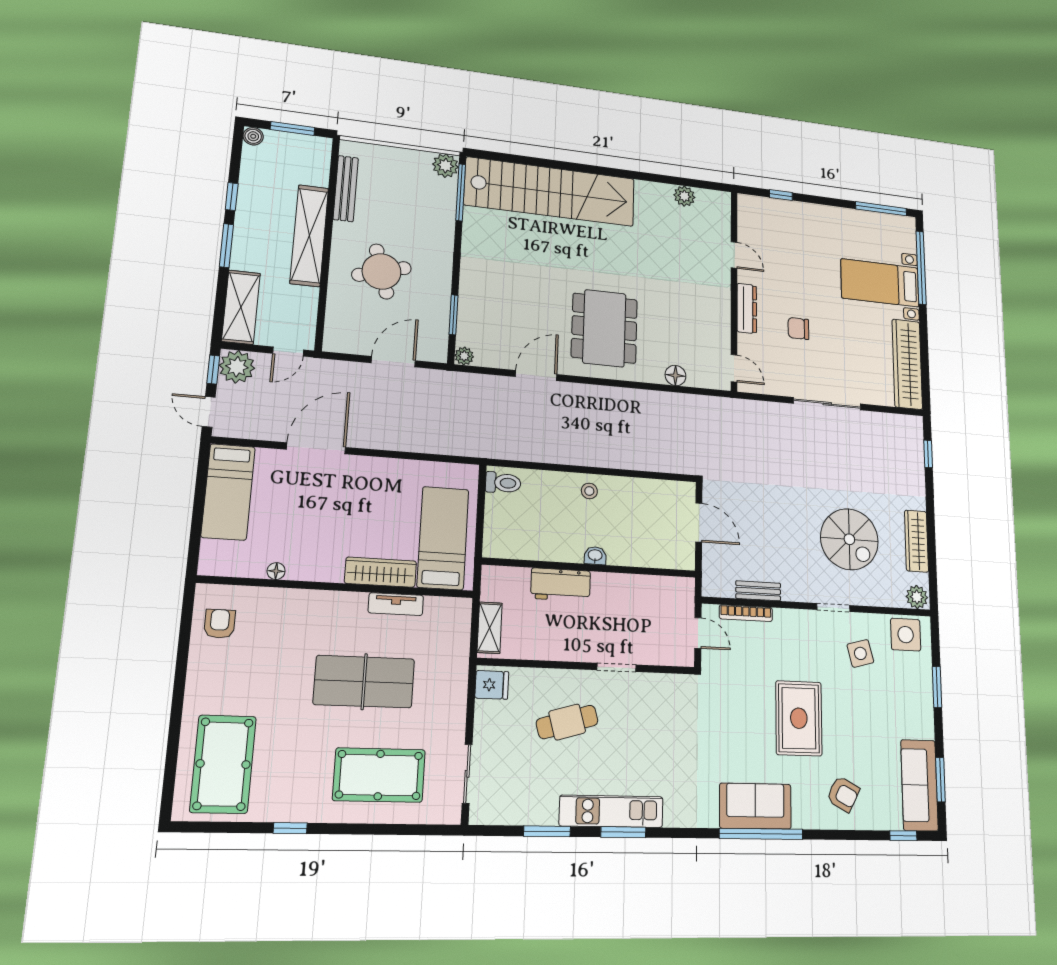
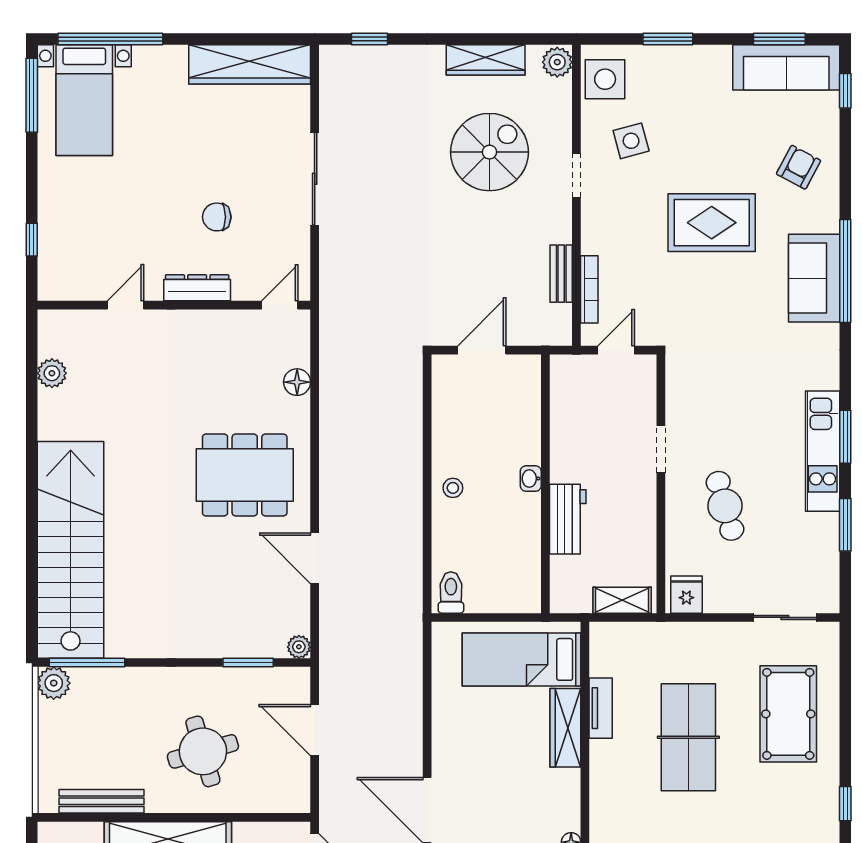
bed with nightstands: (880, 283) -> (84, 100), moved
chair: (798, 328) -> (217, 217), turned 90

